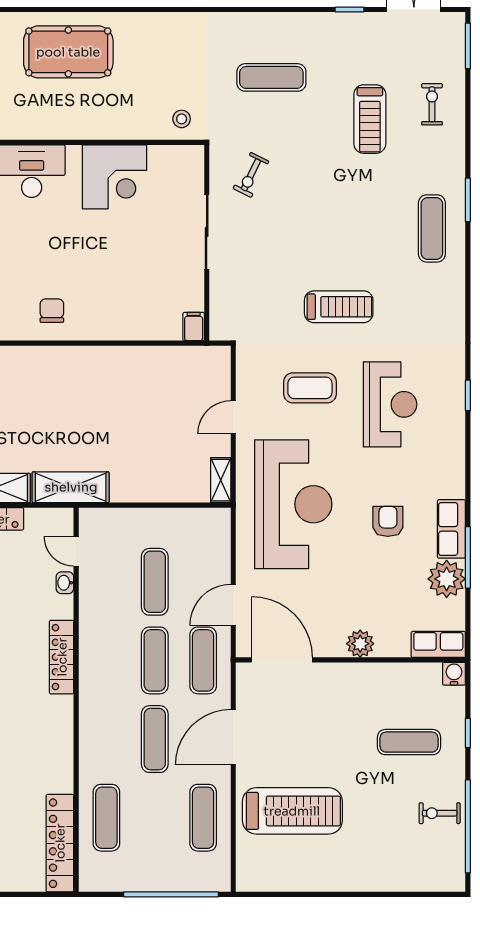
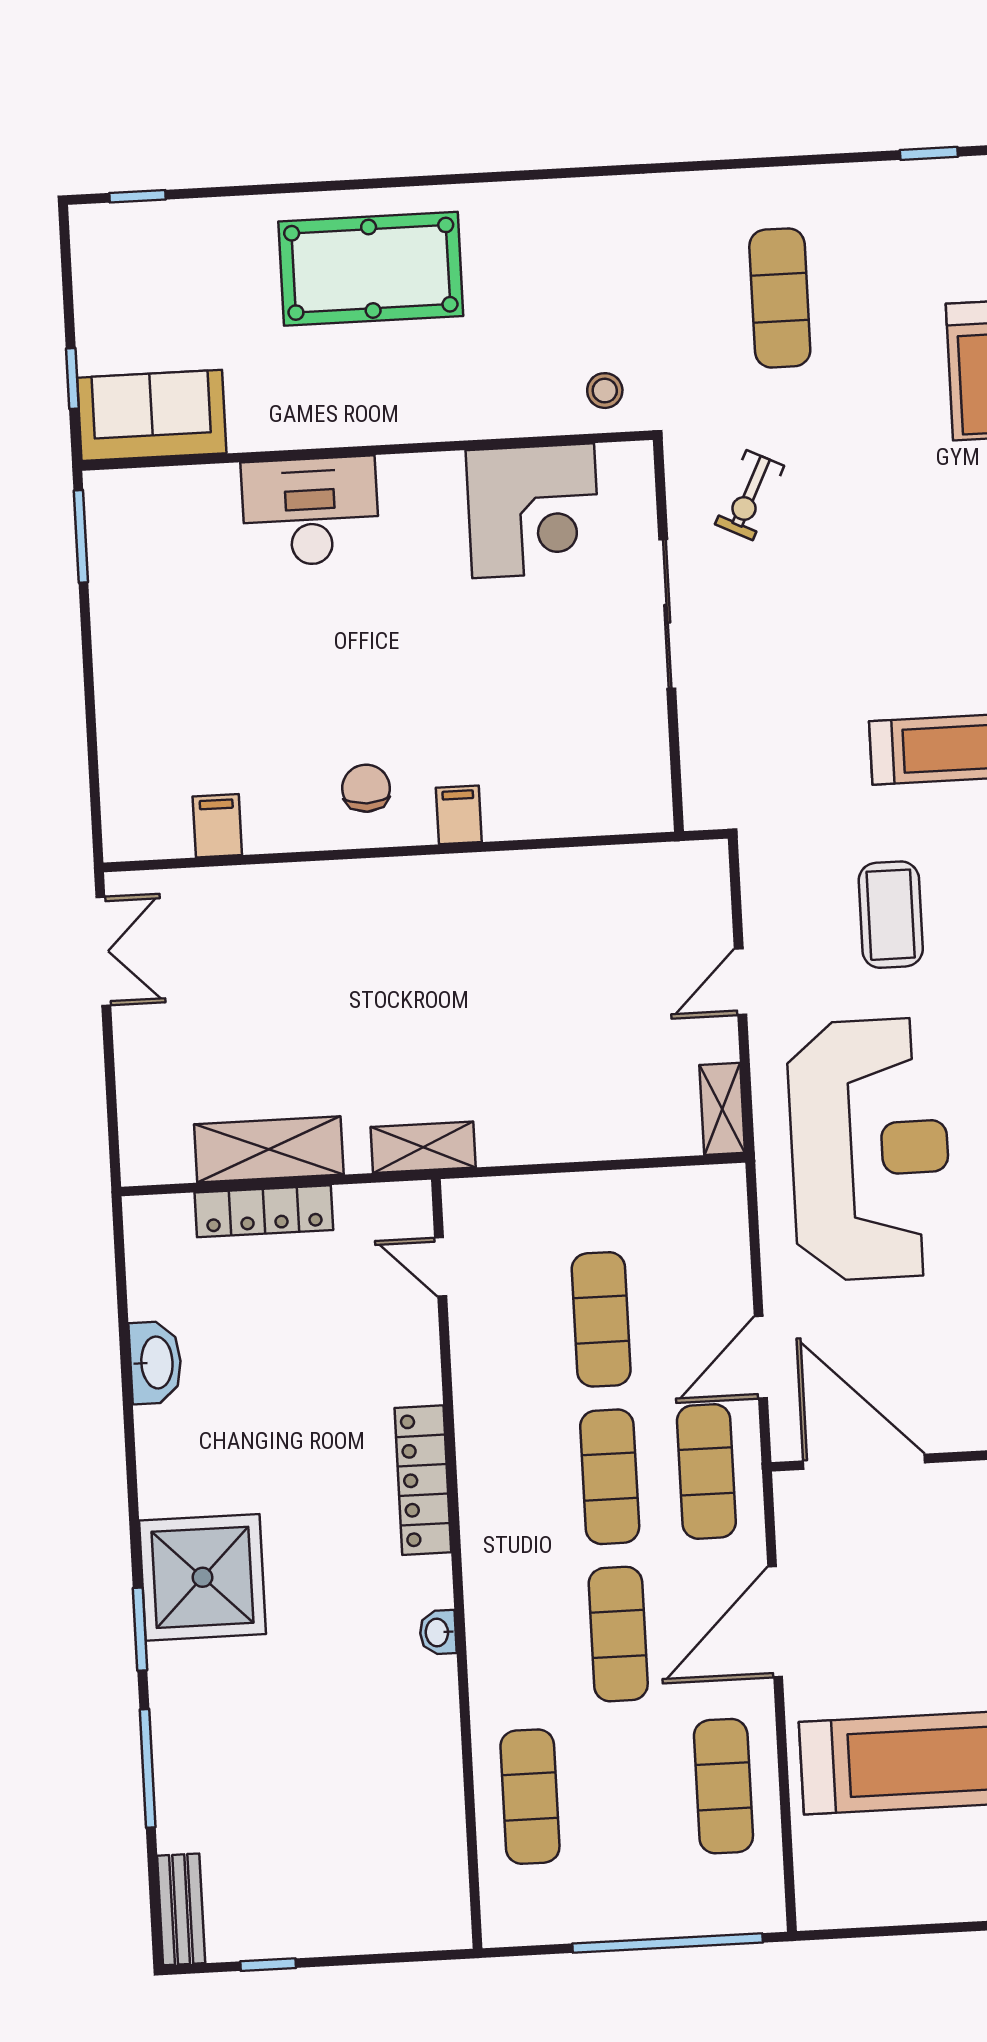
exercise mat: (271, 77) -> (780, 298), turned 90
corner desk: (114, 177) -> (533, 511), moved
filing cabinet: (194, 326) -> (459, 815), moved
coffee table: (310, 388) -> (891, 915), turned 90
shelving: (71, 487) -> (423, 1147), width x0.67, depth x0.75
washbasin: (65, 583) -> (438, 1632), moved
locker: (60, 843) -> (440, 1853), removed

